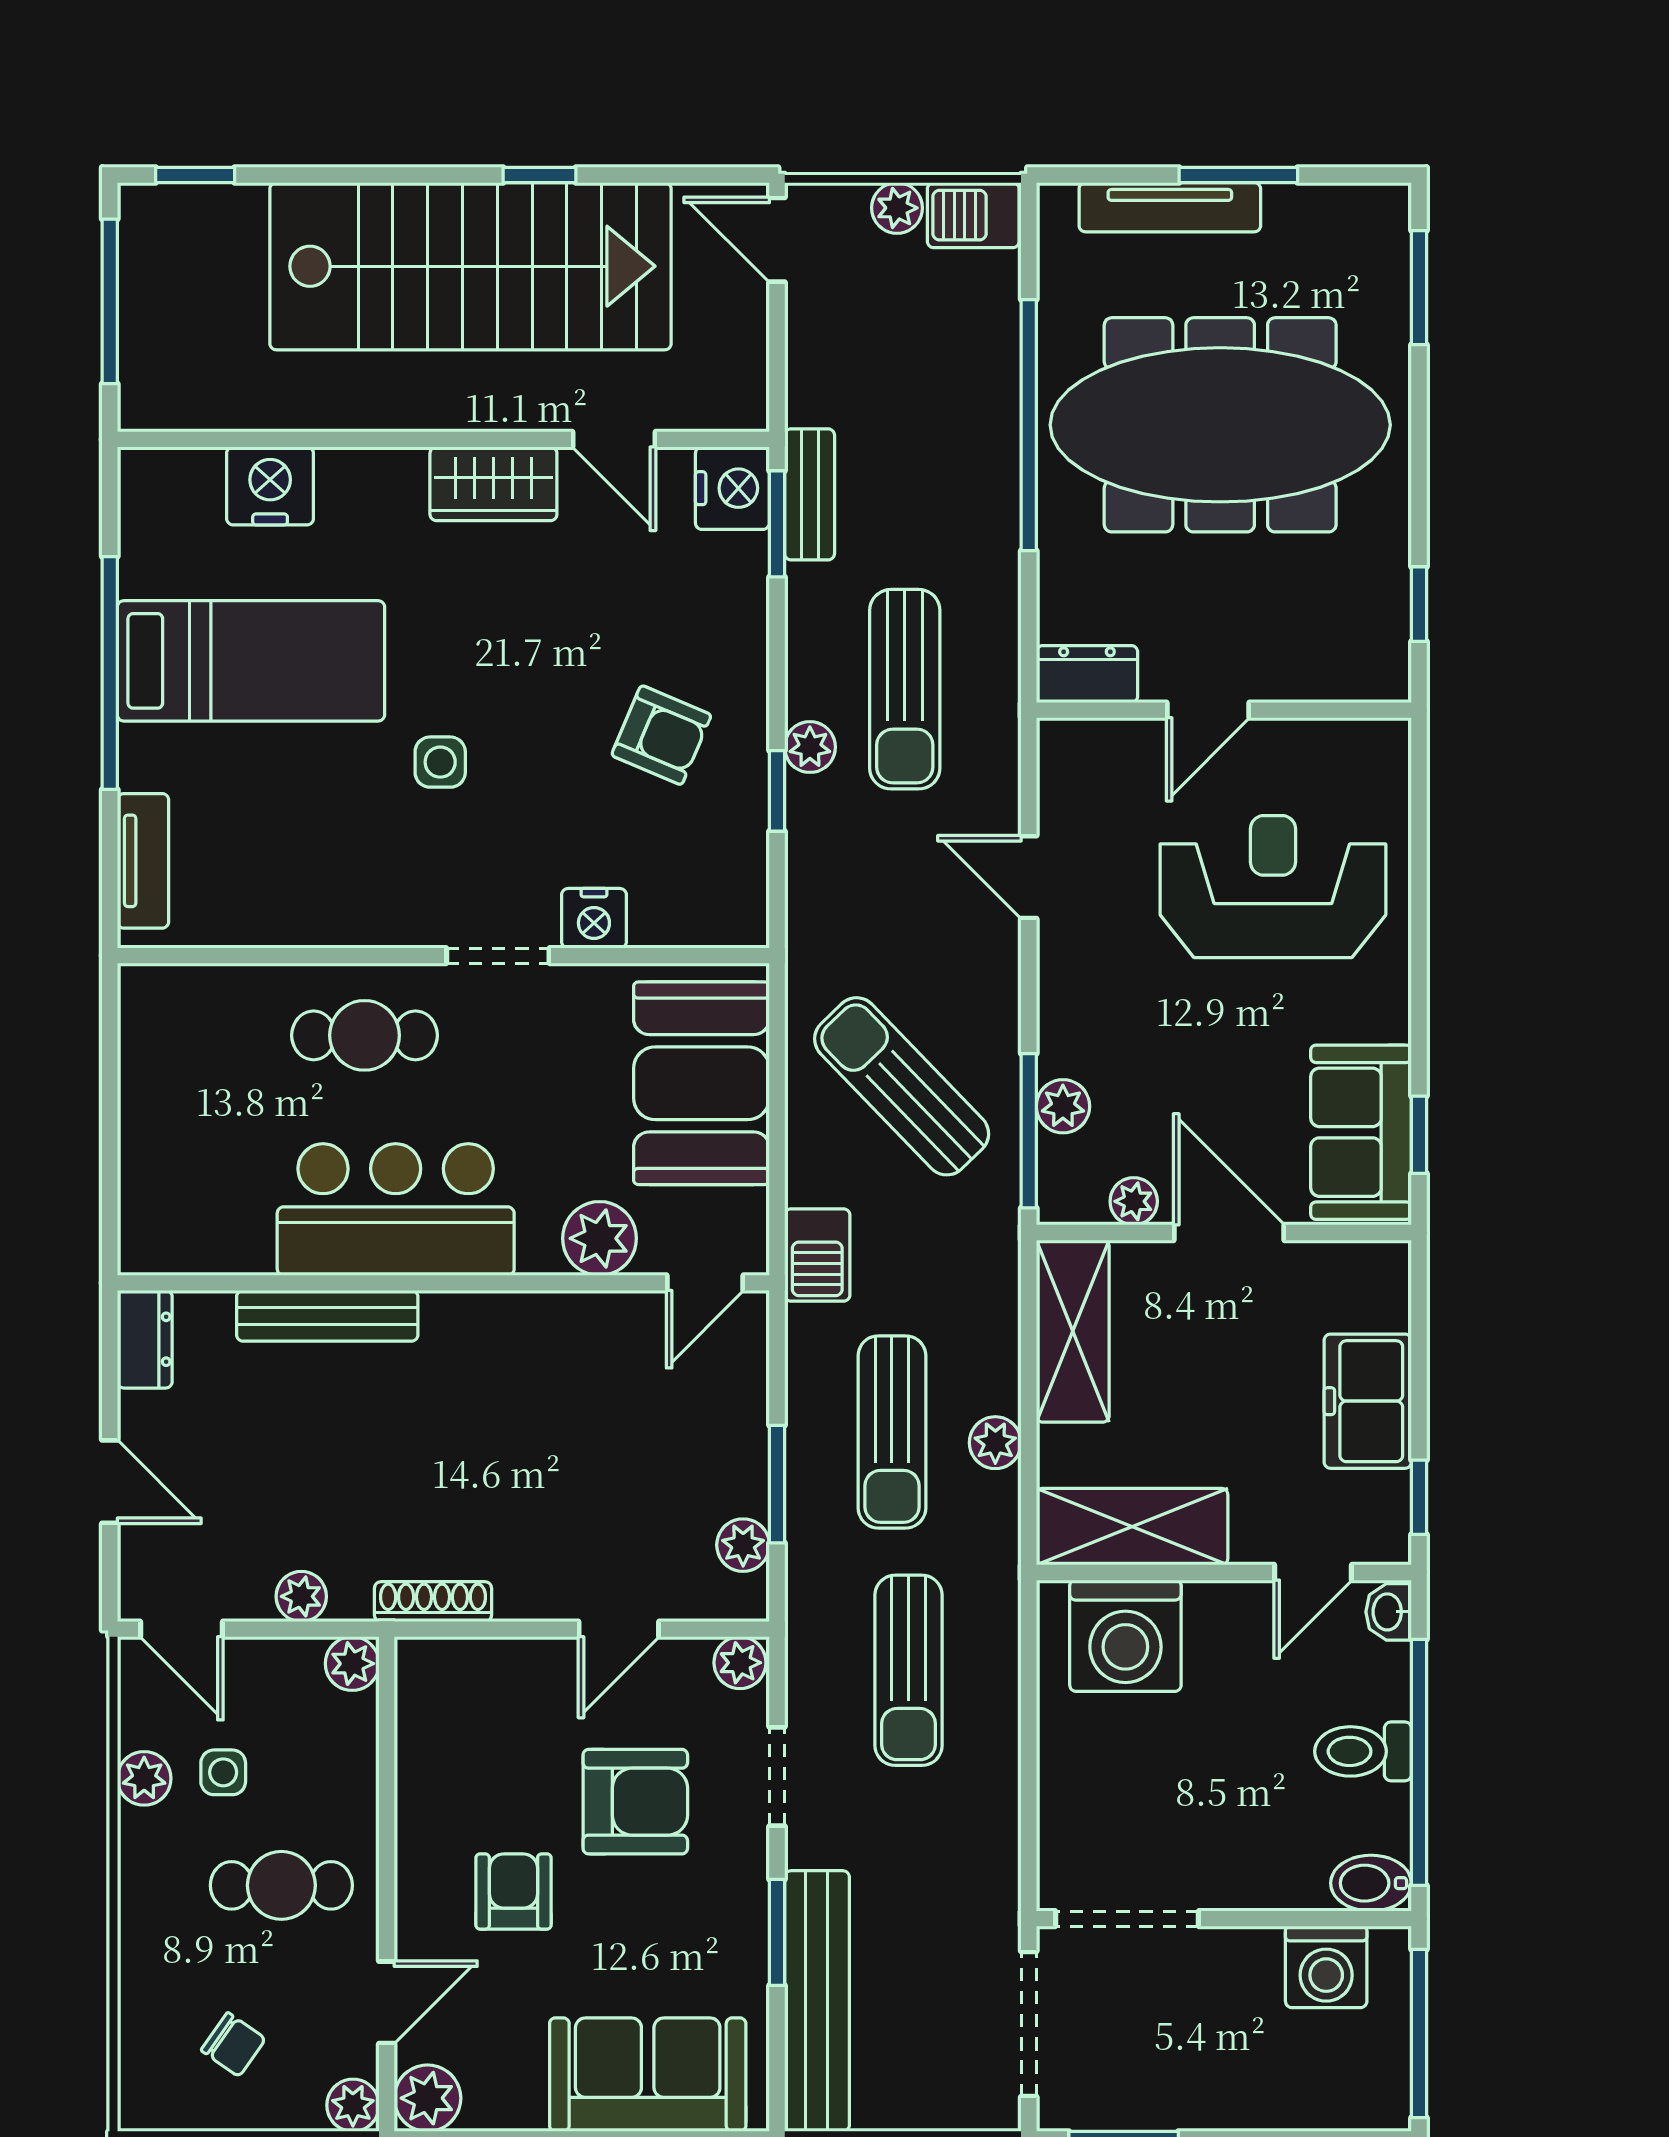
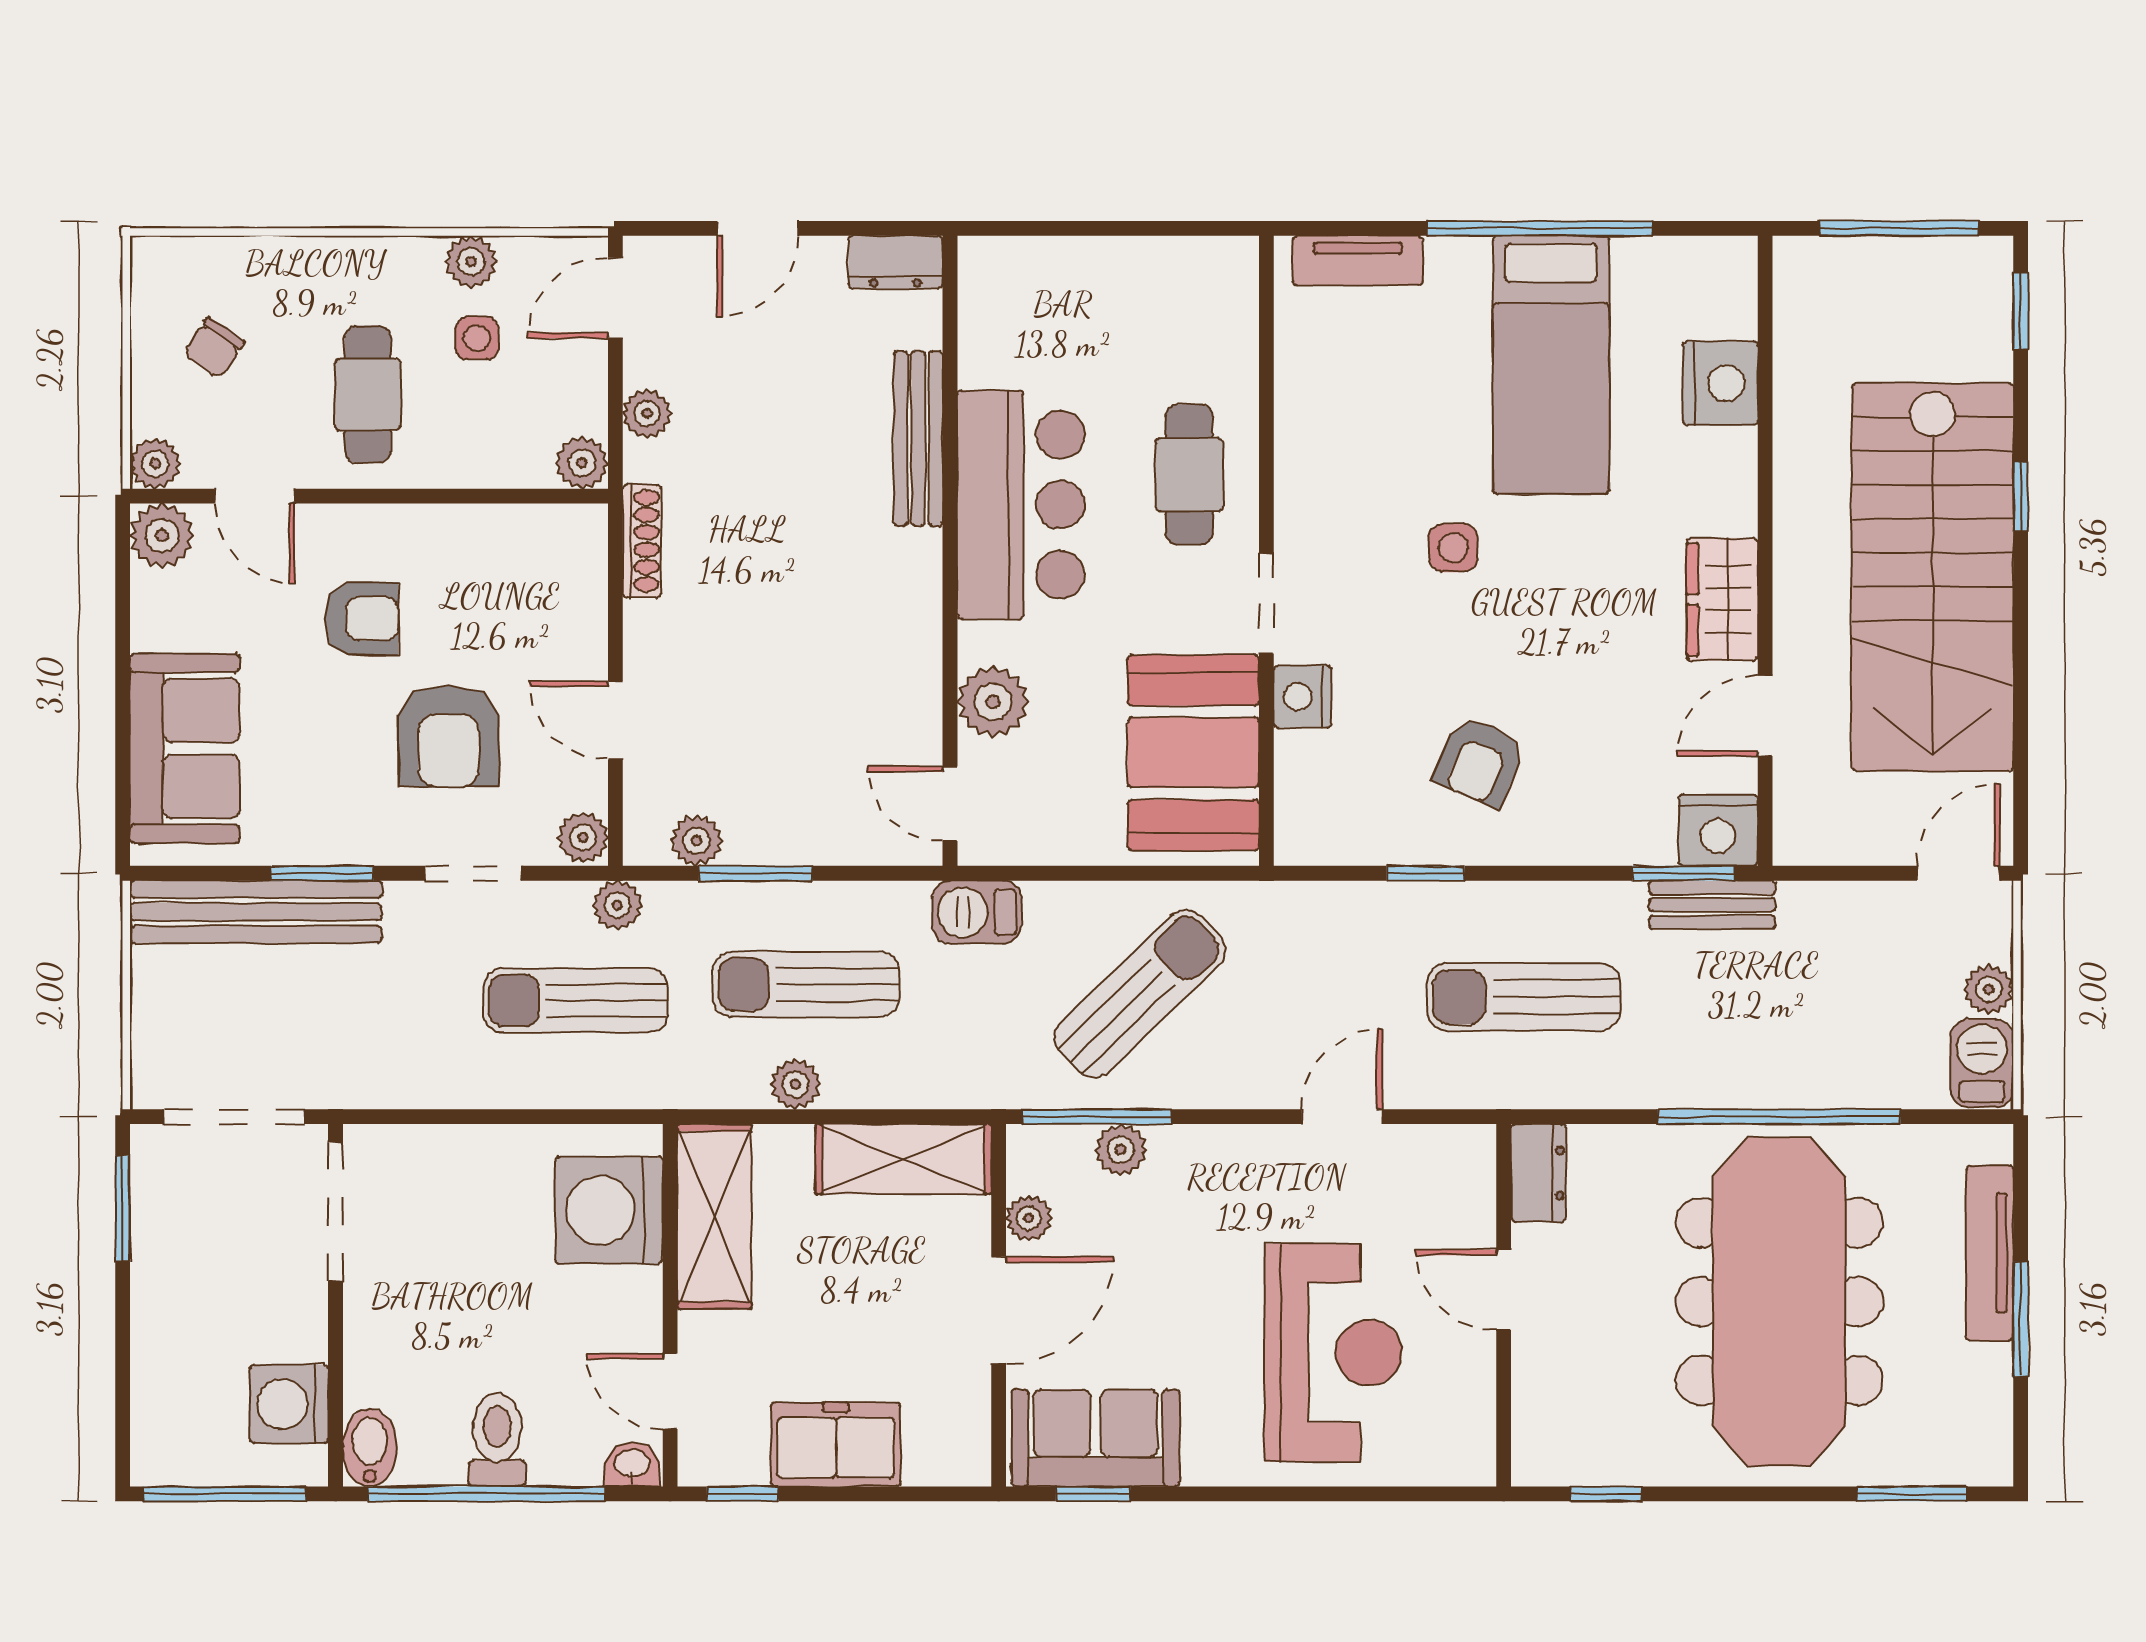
window: (539, 175) -> (2021, 496), moved
plant: (810, 747) -> (617, 905), moved
booth: (701, 1083) -> (1193, 753), moved, turned 90

